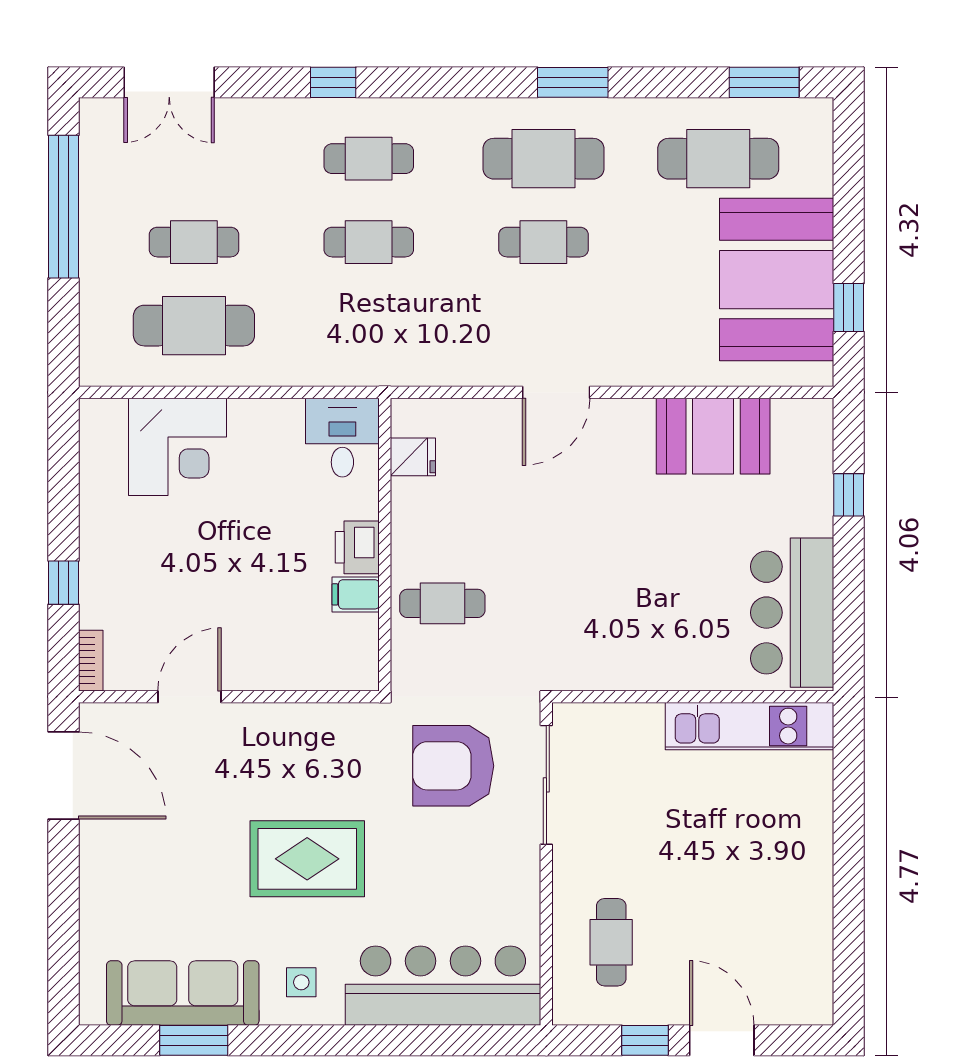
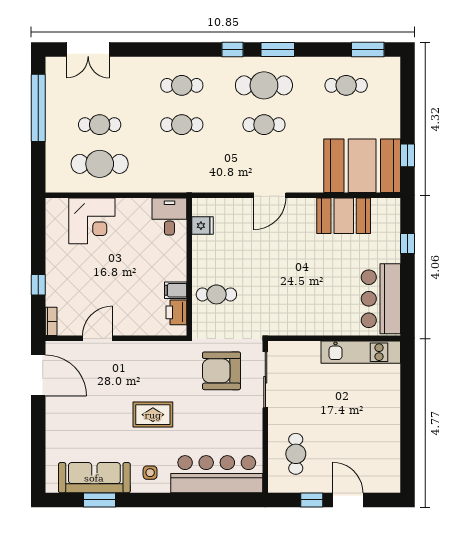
window: (333, 82) -> (233, 50), moved
cafe table: (718, 159) -> (346, 85), width x0.73, depth x0.74
booth: (777, 280) -> (362, 166), moved, turned 90
printer: (357, 547) -> (176, 312), moved
rug: (307, 859) -> (153, 415), width x0.73, depth x0.70

